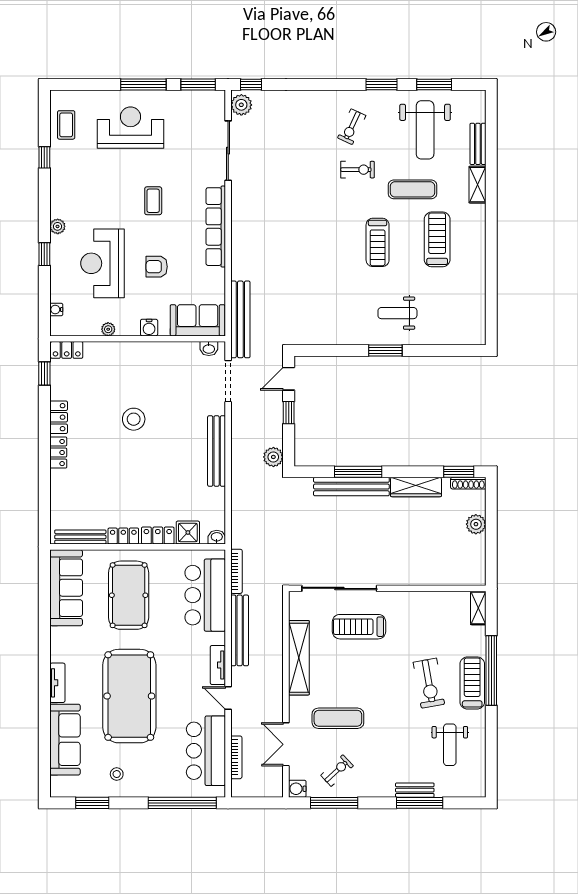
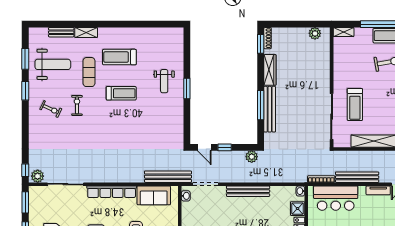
sofa: (198, 320) -> (154, 195), moved, turned -90
plant: (476, 524) -> (315, 33), moved

